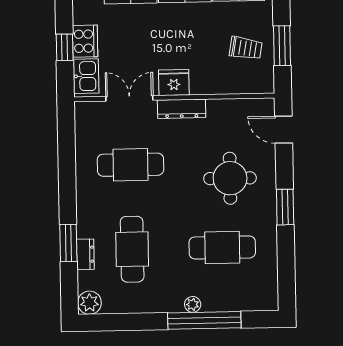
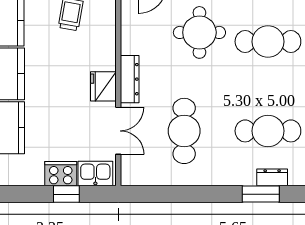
double door: (129, 98) -> (118, 131), swing flipped
cafe table: (222, 247) -> (268, 42), turned 90

